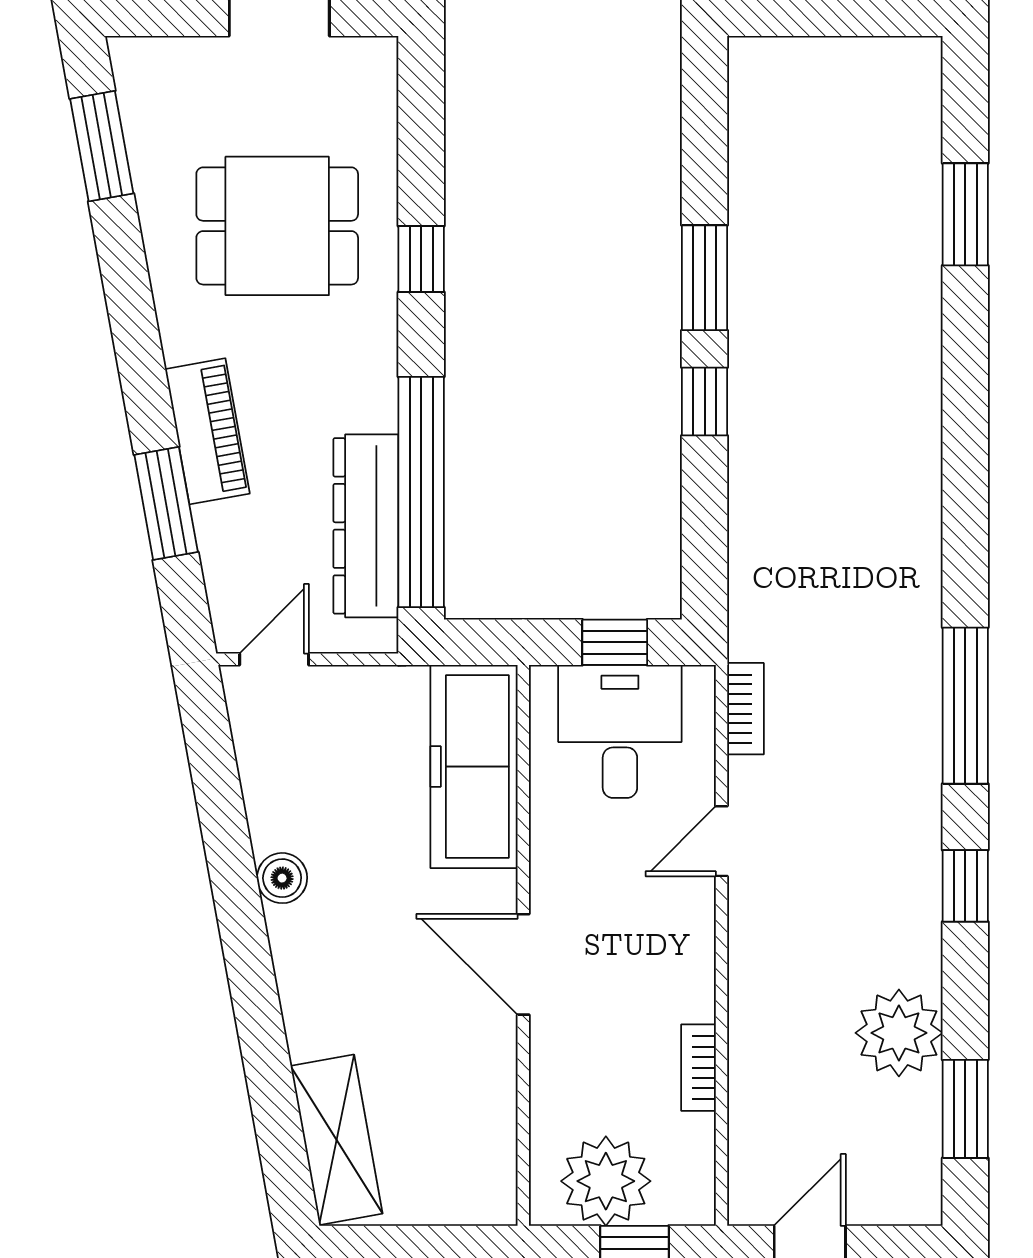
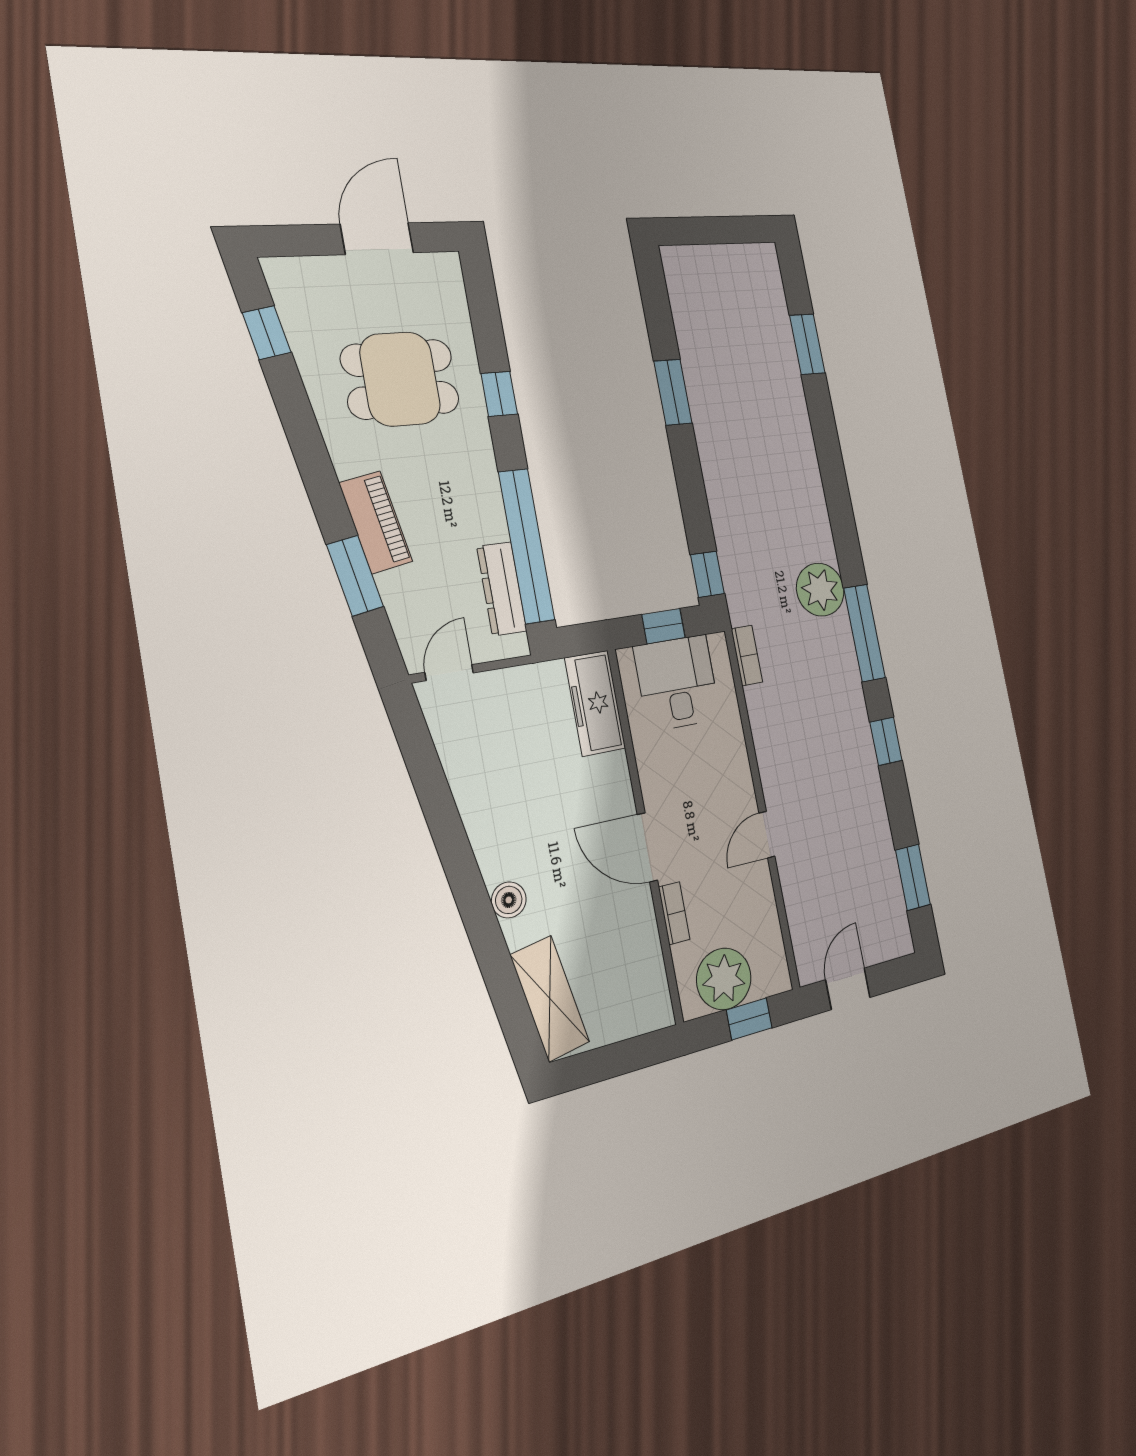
window: (102, 146) -> (267, 333), width x0.67
window: (705, 402) -> (707, 574), moved
dresser: (366, 526) -> (502, 589), width x0.73, depth x0.80
freezer: (474, 767) -> (595, 703), width x0.73, depth x0.79
door: (722, 841) -> (767, 835), moved
boiler: (282, 878) -> (509, 900), moved
plant: (899, 1033) -> (820, 590), moved
bookcase: (699, 1068) -> (674, 913), moved, turned 180

